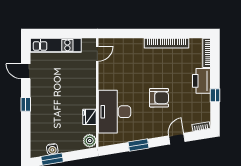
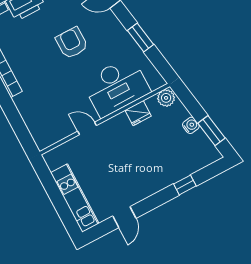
door: (97, 54) -> (87, 128), moved
window: (26, 104) -> (185, 185), moved
water cooler: (52, 149) -> (191, 125), moved

